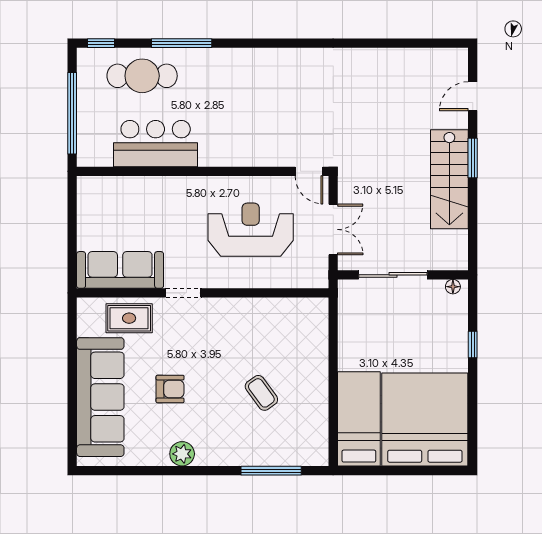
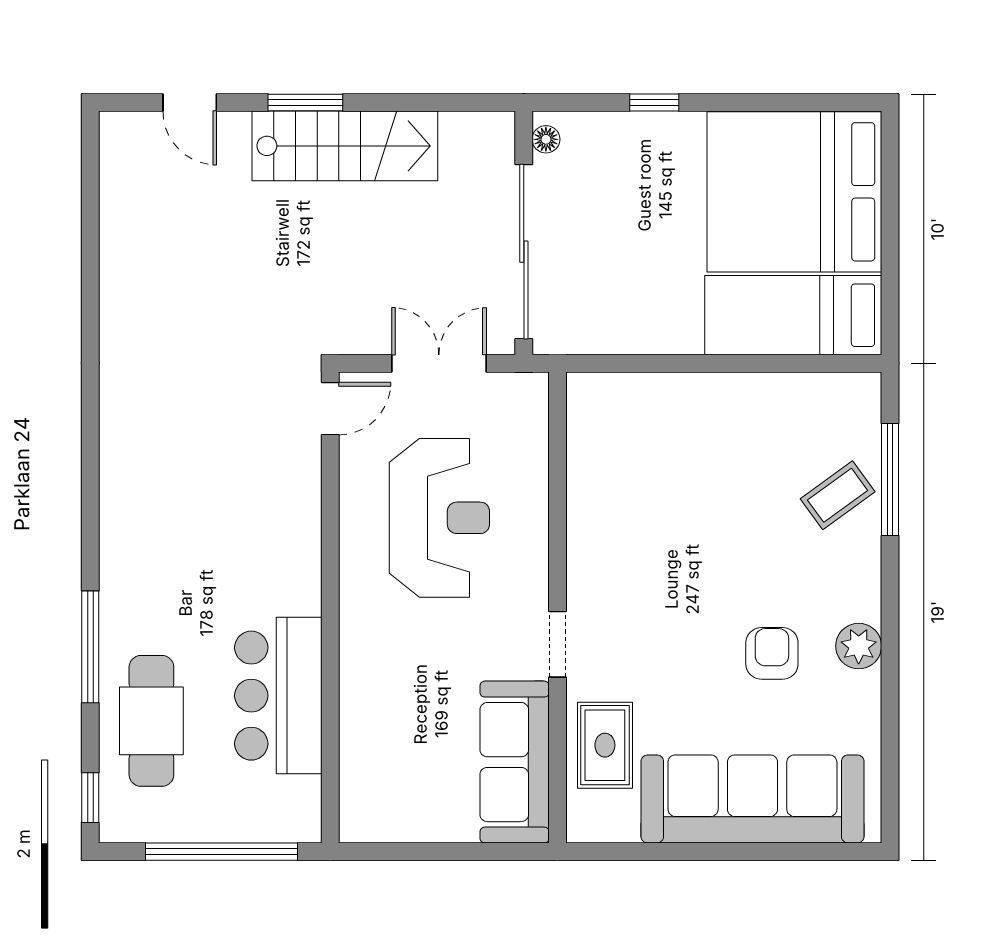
reception desk: (251, 230) -> (439, 518), turned 180
sliding door: (393, 275) -> (524, 252), width x1.36
armchair: (170, 389) -> (772, 653), moved
coffee table: (261, 393) -> (838, 495), moved

